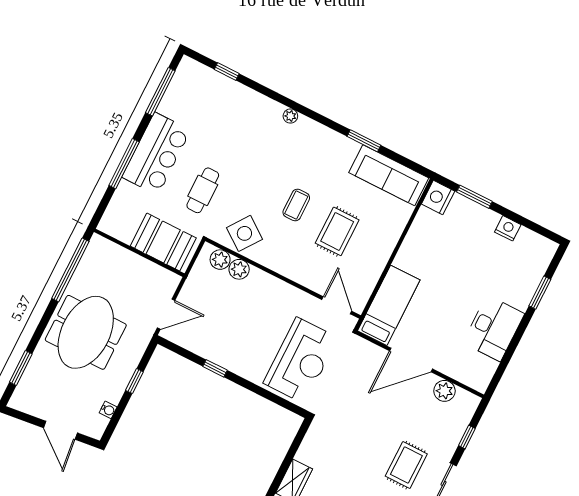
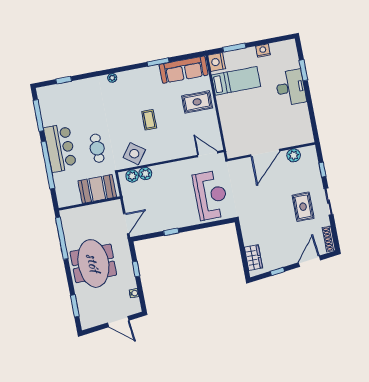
window: (124, 164) -> (48, 165), width x1.46
rug: (337, 231) -> (197, 102), moved, turned 90
bed: (389, 305) -> (236, 81), moved, turned 90
desk: (494, 328) -> (291, 88), moved

